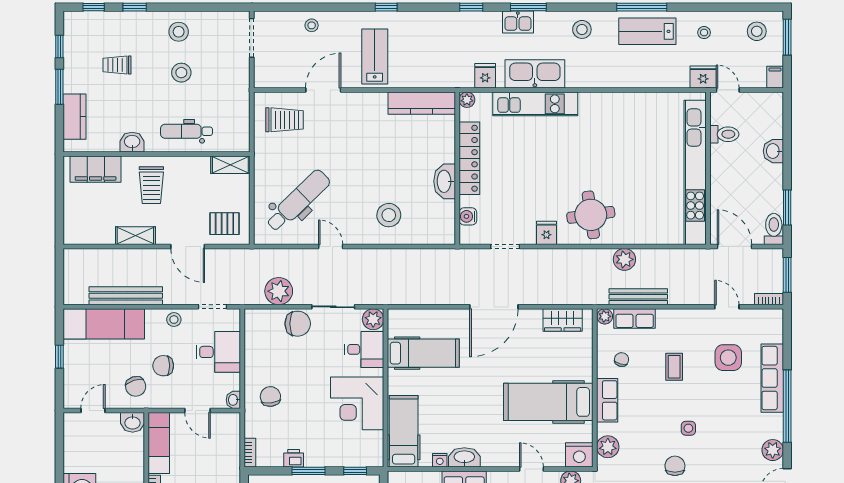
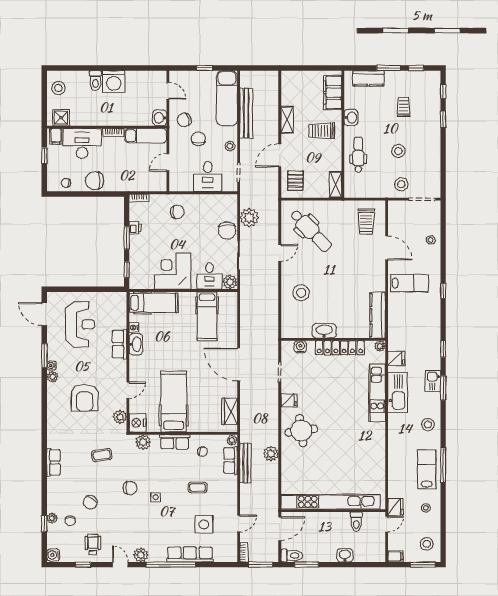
stool: (179, 32) -> (401, 184), moved
washbasin: (233, 400) -> (175, 187), removed

